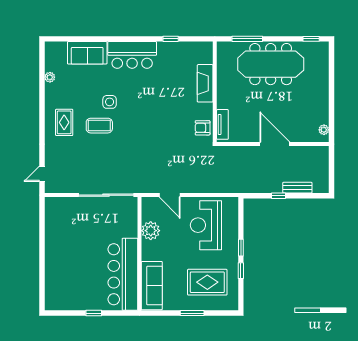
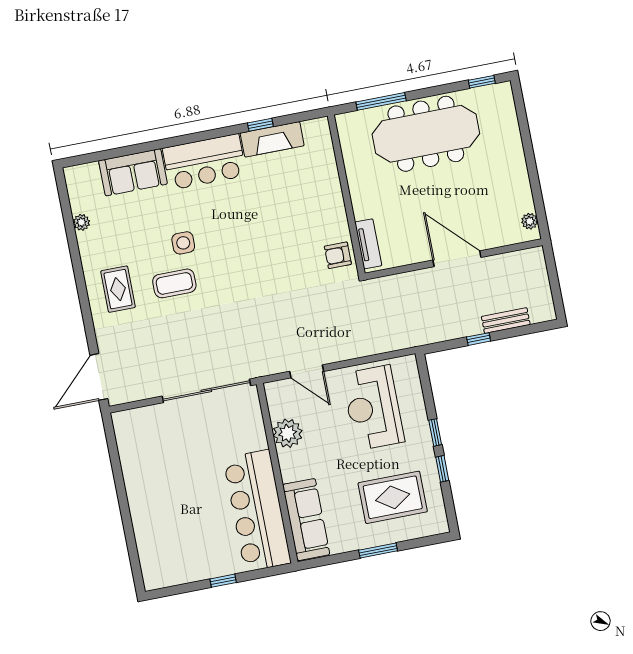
fireplace: (205, 83) -> (272, 139), moved, turned -90
door: (42, 174) -> (99, 377), width x1.88

